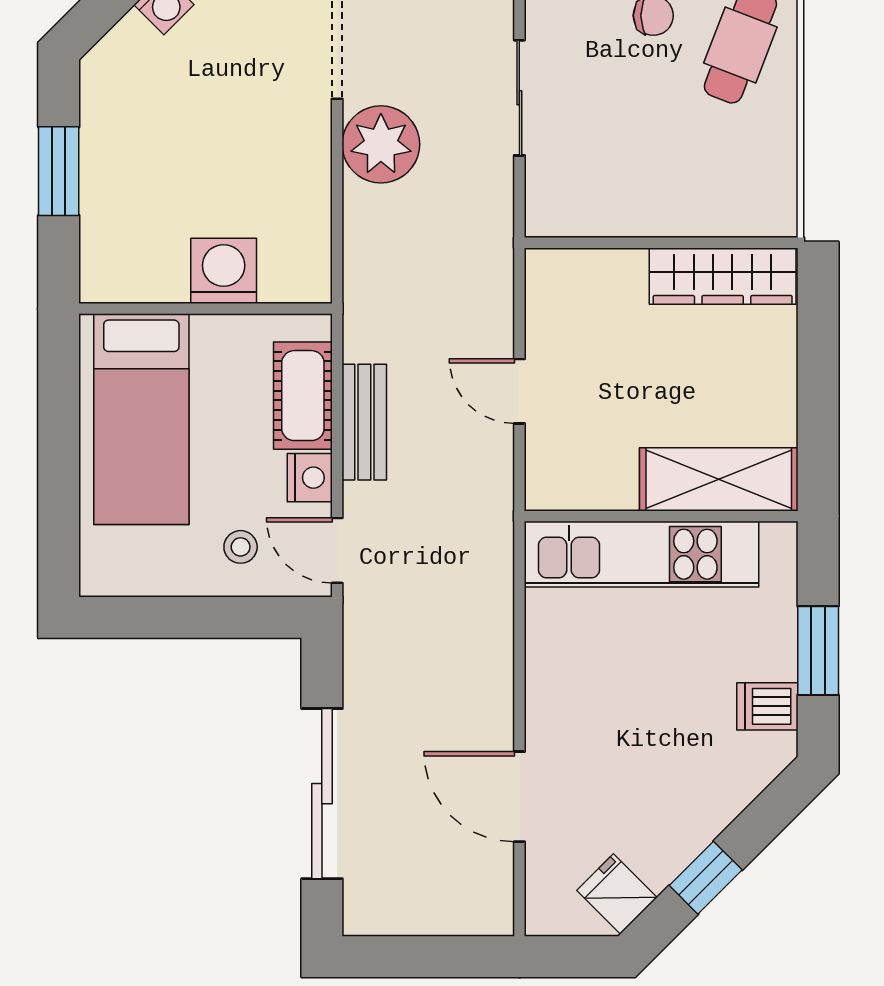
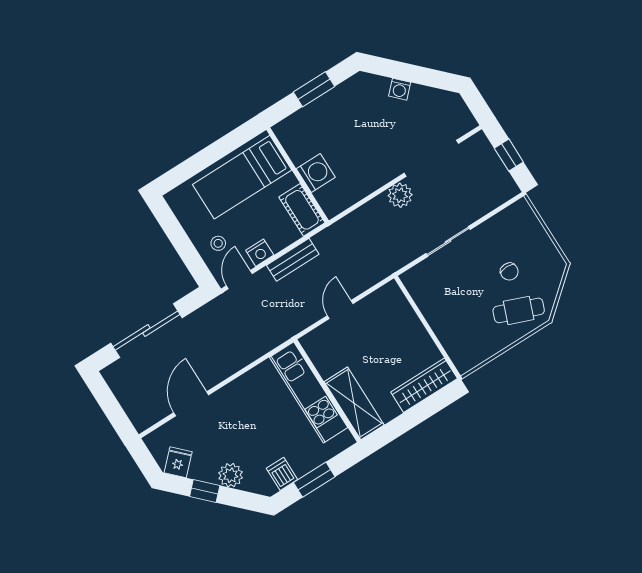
plant: (381, 144) -> (400, 195), width x0.73, depth x0.73
wardrobe: (723, 276) -> (424, 385), moved, turned 90
cot: (303, 396) -> (302, 210), moved, turned 90
plant: (707, 808) -> (231, 475), added

